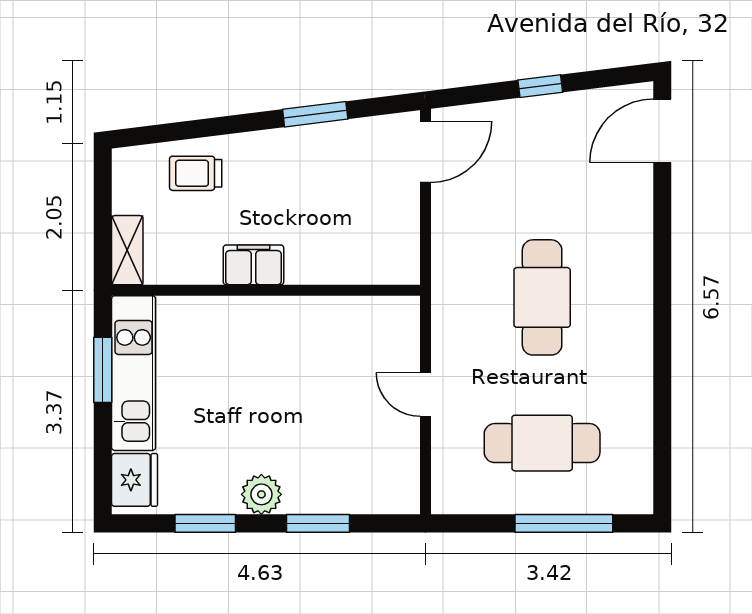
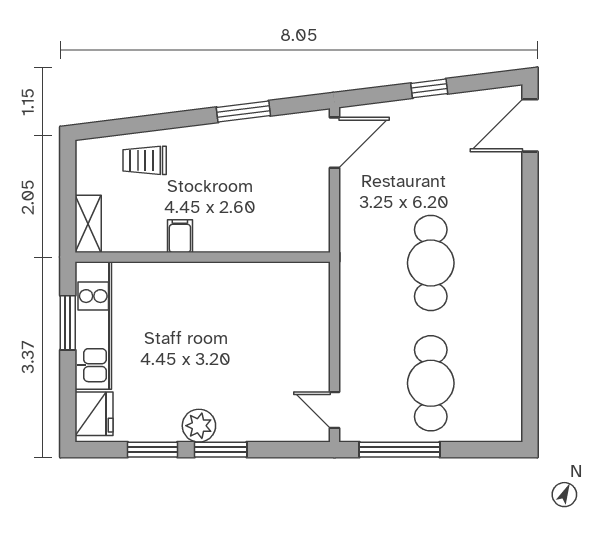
filing cabinet: (253, 265) -> (180, 236), width x0.50
door: (426, 395) -> (334, 410), moved
cafe table: (542, 443) -> (431, 383), turned 90
window: (318, 523) -> (221, 450), moved
window: (564, 523) -> (400, 450), moved

